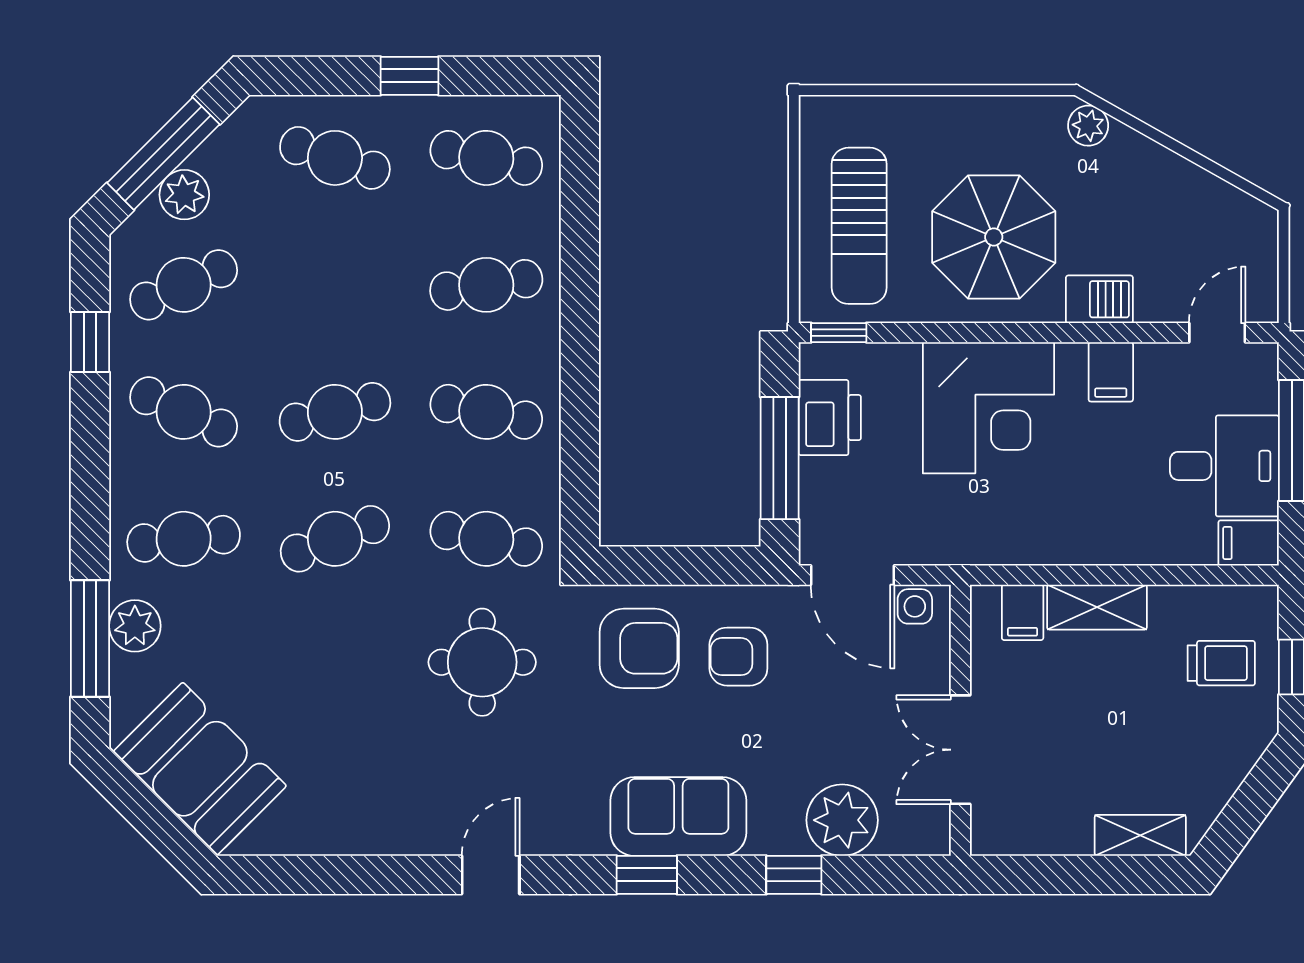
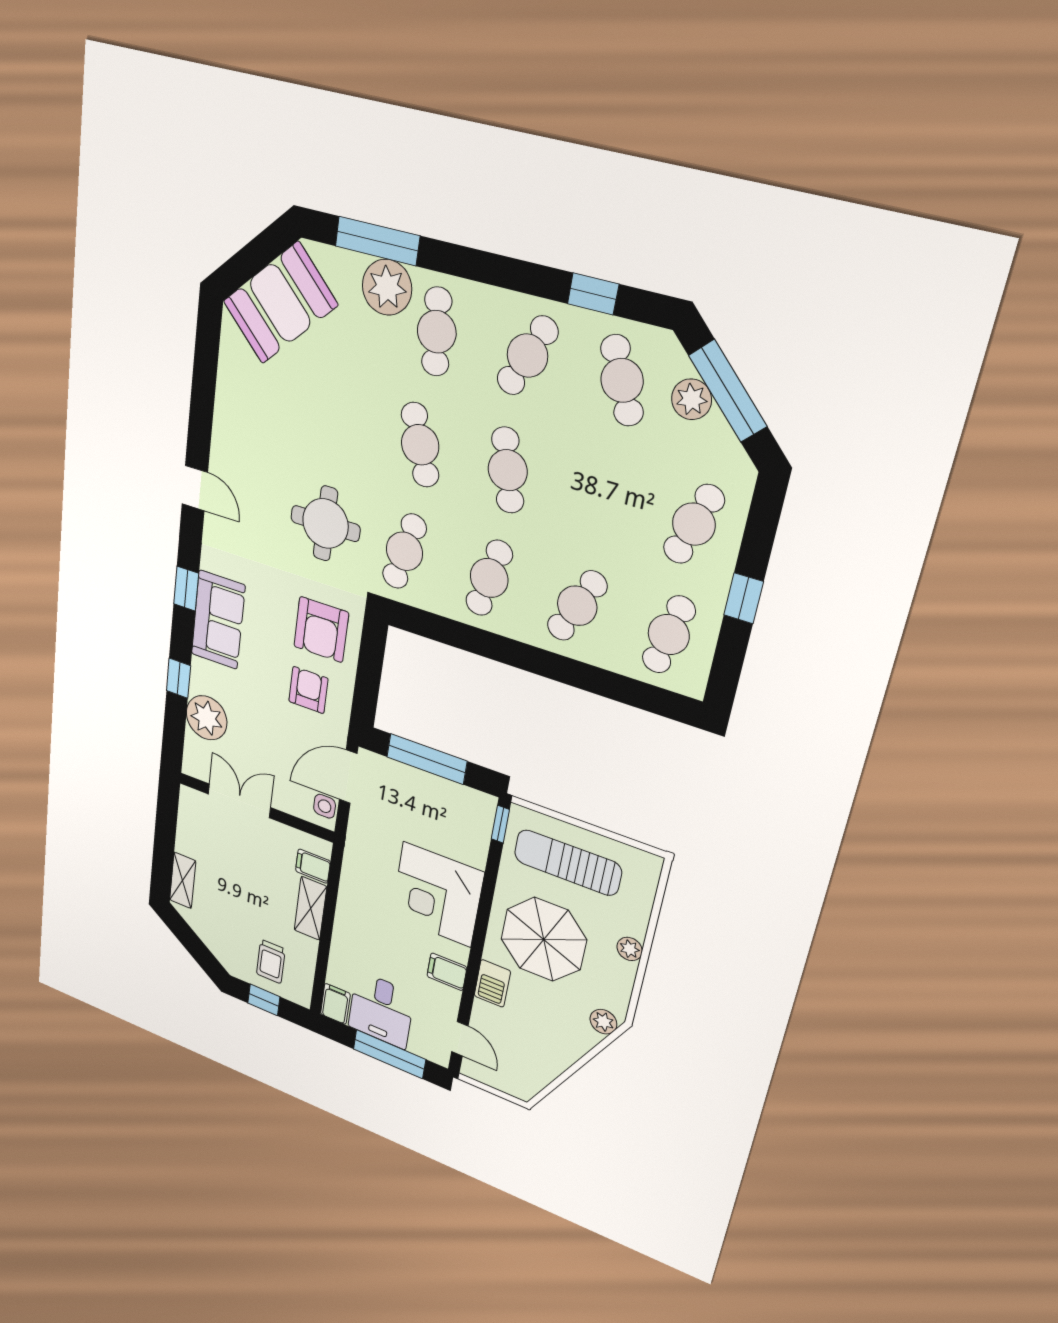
plant: (956, 113) -> (630, 949), added
cafe table: (486, 285) -> (577, 606), turned 33
printer: (830, 418) -> (447, 799), removed
plant: (135, 626) -> (387, 287), width x1.36, depth x1.36

